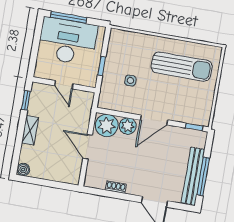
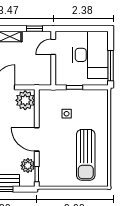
window: (69, 17) -> (111, 66), moved
door: (64, 85) -> (53, 47), moved
plant: (128, 126) -> (28, 166), moved

